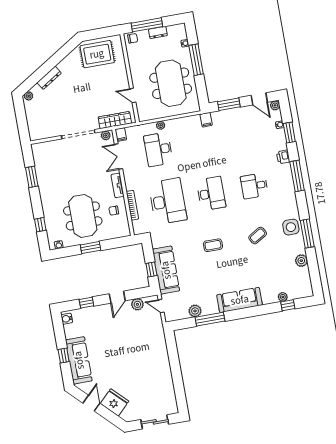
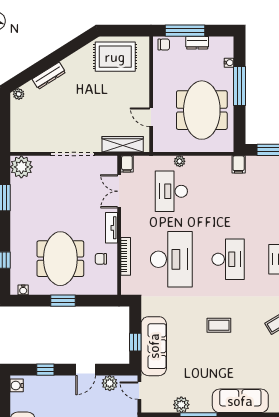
plant: (106, 135) -> (21, 167), moved, width x1.87, depth x1.87

